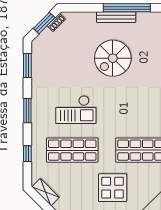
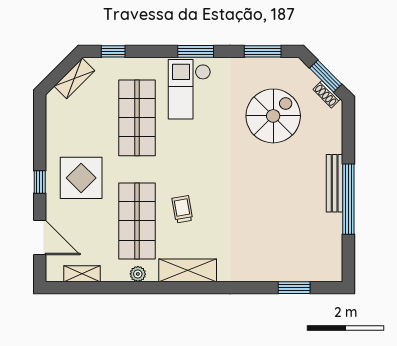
spiral stairs: (113, 58) -> (273, 116), moved, turned 90
checkout: (76, 110) -> (189, 89), moved
trolley: (134, 120) -> (182, 209), added
window: (27, 154) -> (113, 51), moved

